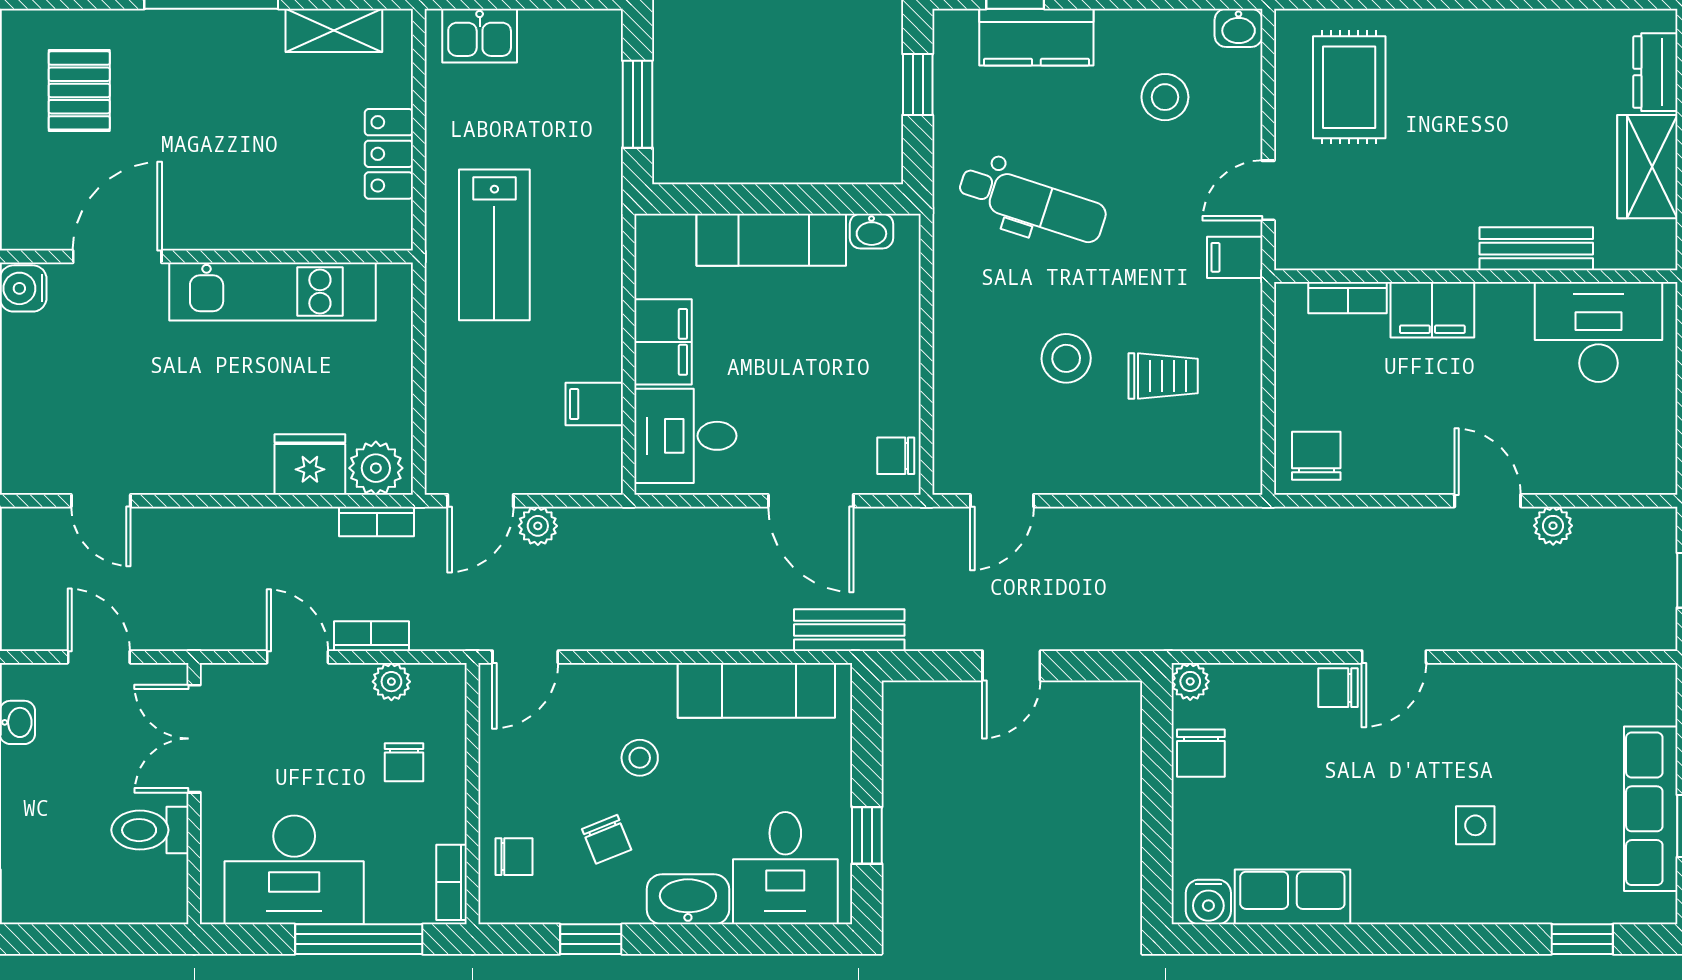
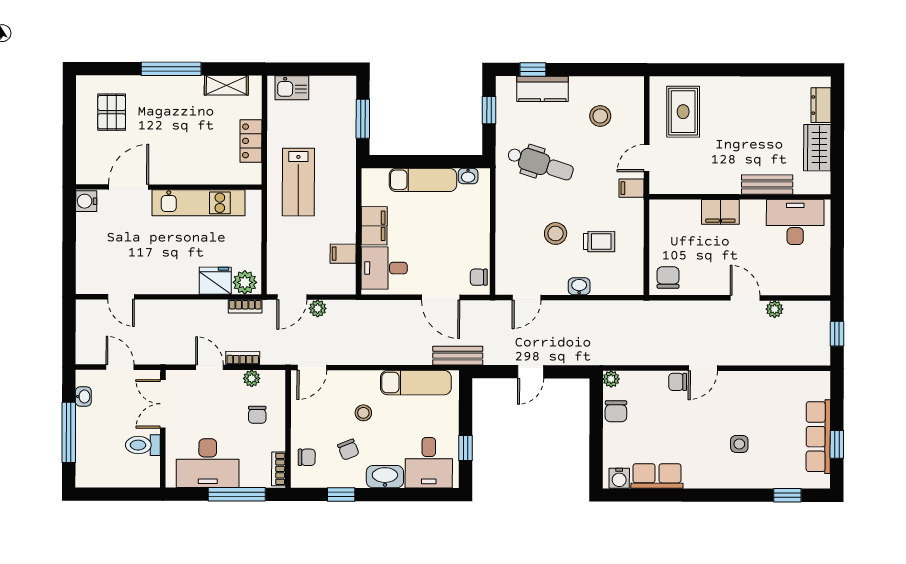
washbasin: (1239, 28) -> (579, 286), moved, turned 180
bookcase: (1348, 298) -> (682, 206), removed

